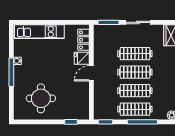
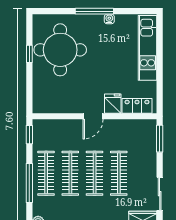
sliding door: (138, 22) -> (160, 194), moved
door: (91, 73) -> (93, 116), swing flipped
round table: (41, 98) -> (60, 50), width x1.36, depth x1.36
window: (71, 122) -> (29, 54), moved

